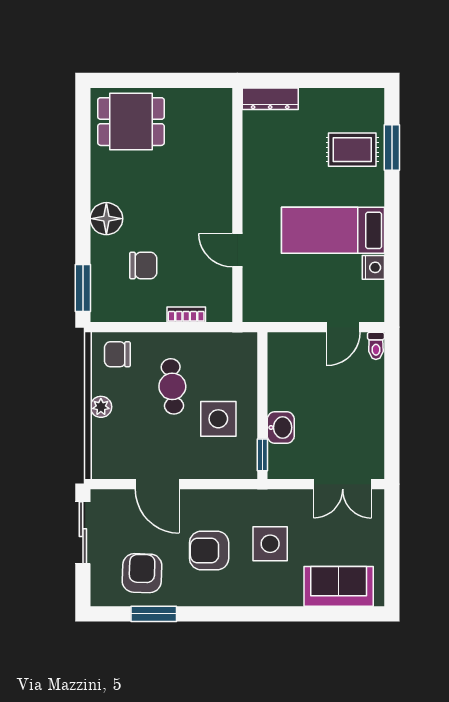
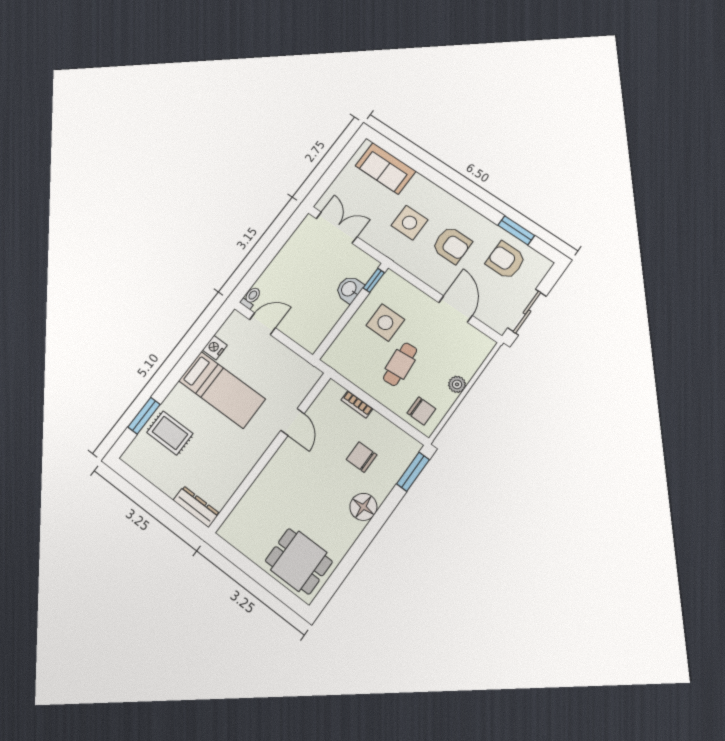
armchair: (142, 573) -> (506, 260), turned 88

